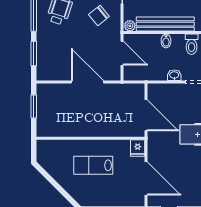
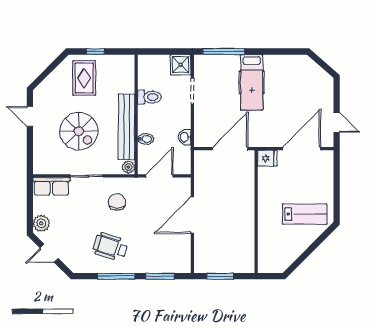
chair: (99, 16) -> (117, 202), turned -141
bidet: (166, 41) -> (146, 139), moved
washbasin: (174, 75) -> (185, 137), moved
lab bench: (93, 165) -> (305, 214), moved, turned -90

